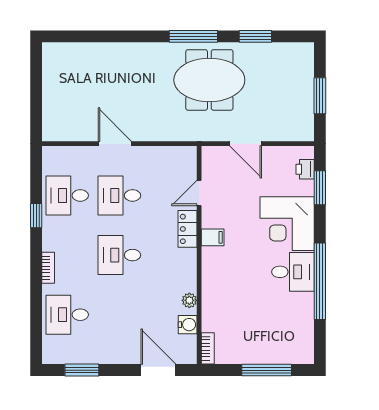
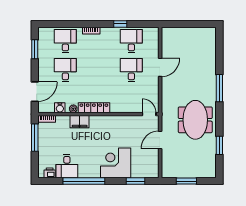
window: (193, 36) -> (219, 88), moved
printer: (305, 169) -> (50, 173), moved
door: (199, 193) -> (149, 114), moved
locker: (187, 229) -> (94, 108), moved, width x1.53
filing cabinet: (213, 237) -> (80, 122), moved, width x2.00
desk: (119, 255) -> (65, 70), moved
desk: (293, 272) -> (67, 166), moved
window: (267, 370) -> (35, 138), moved

